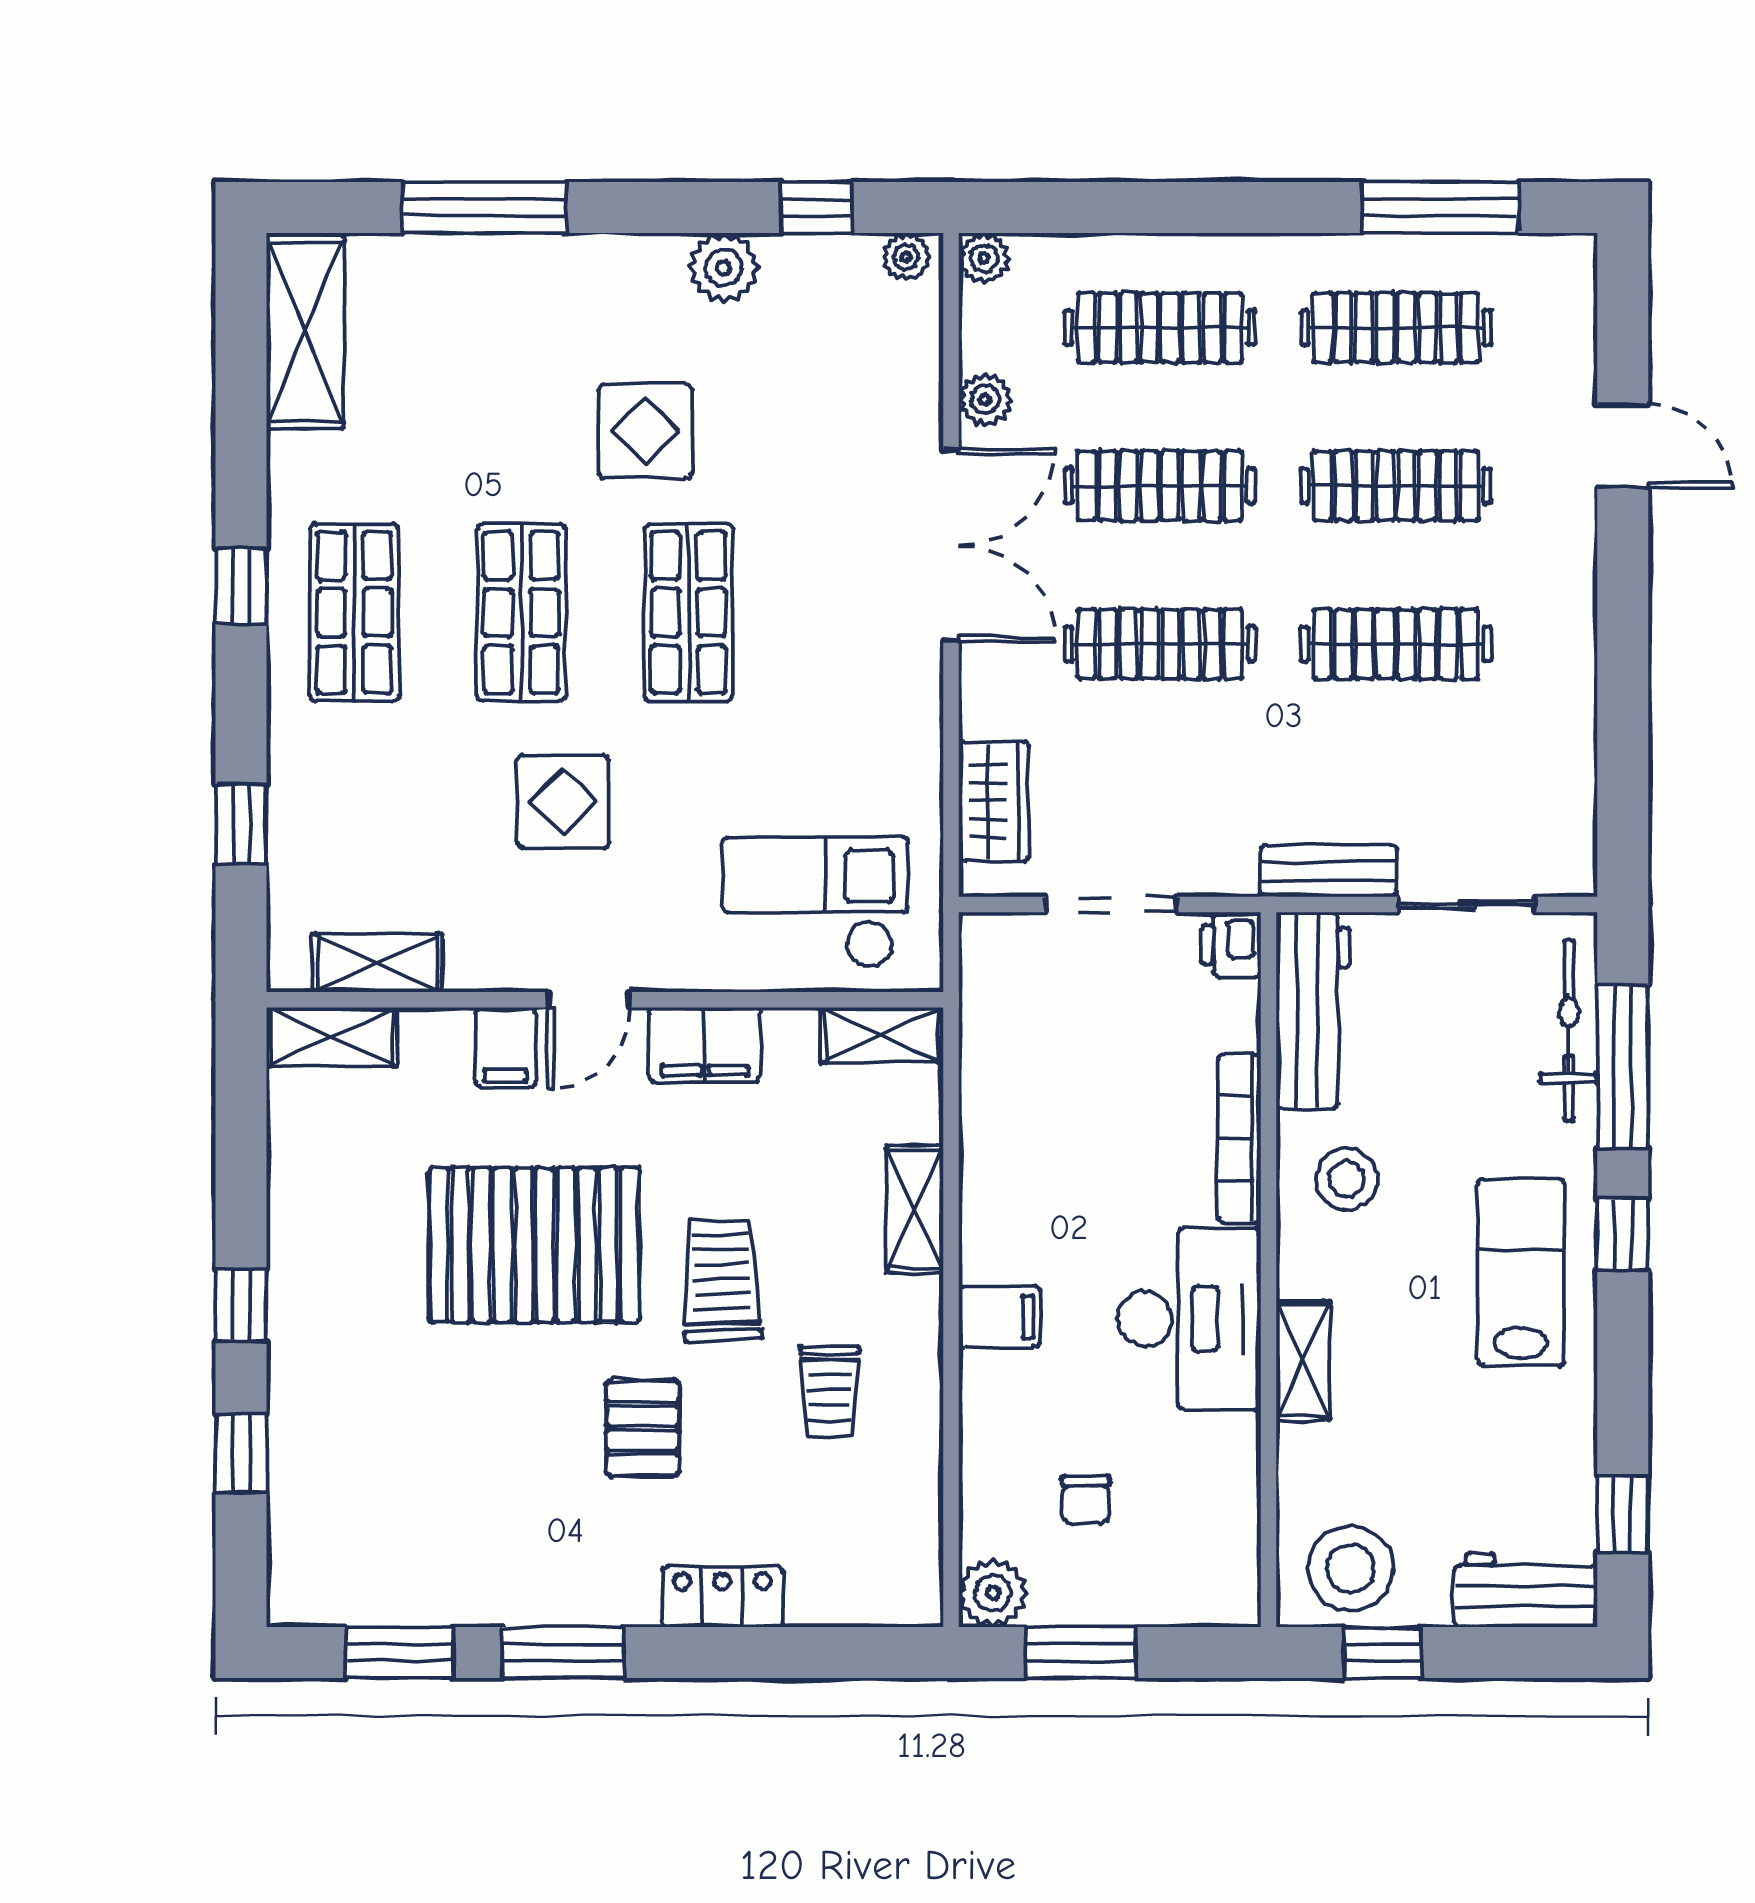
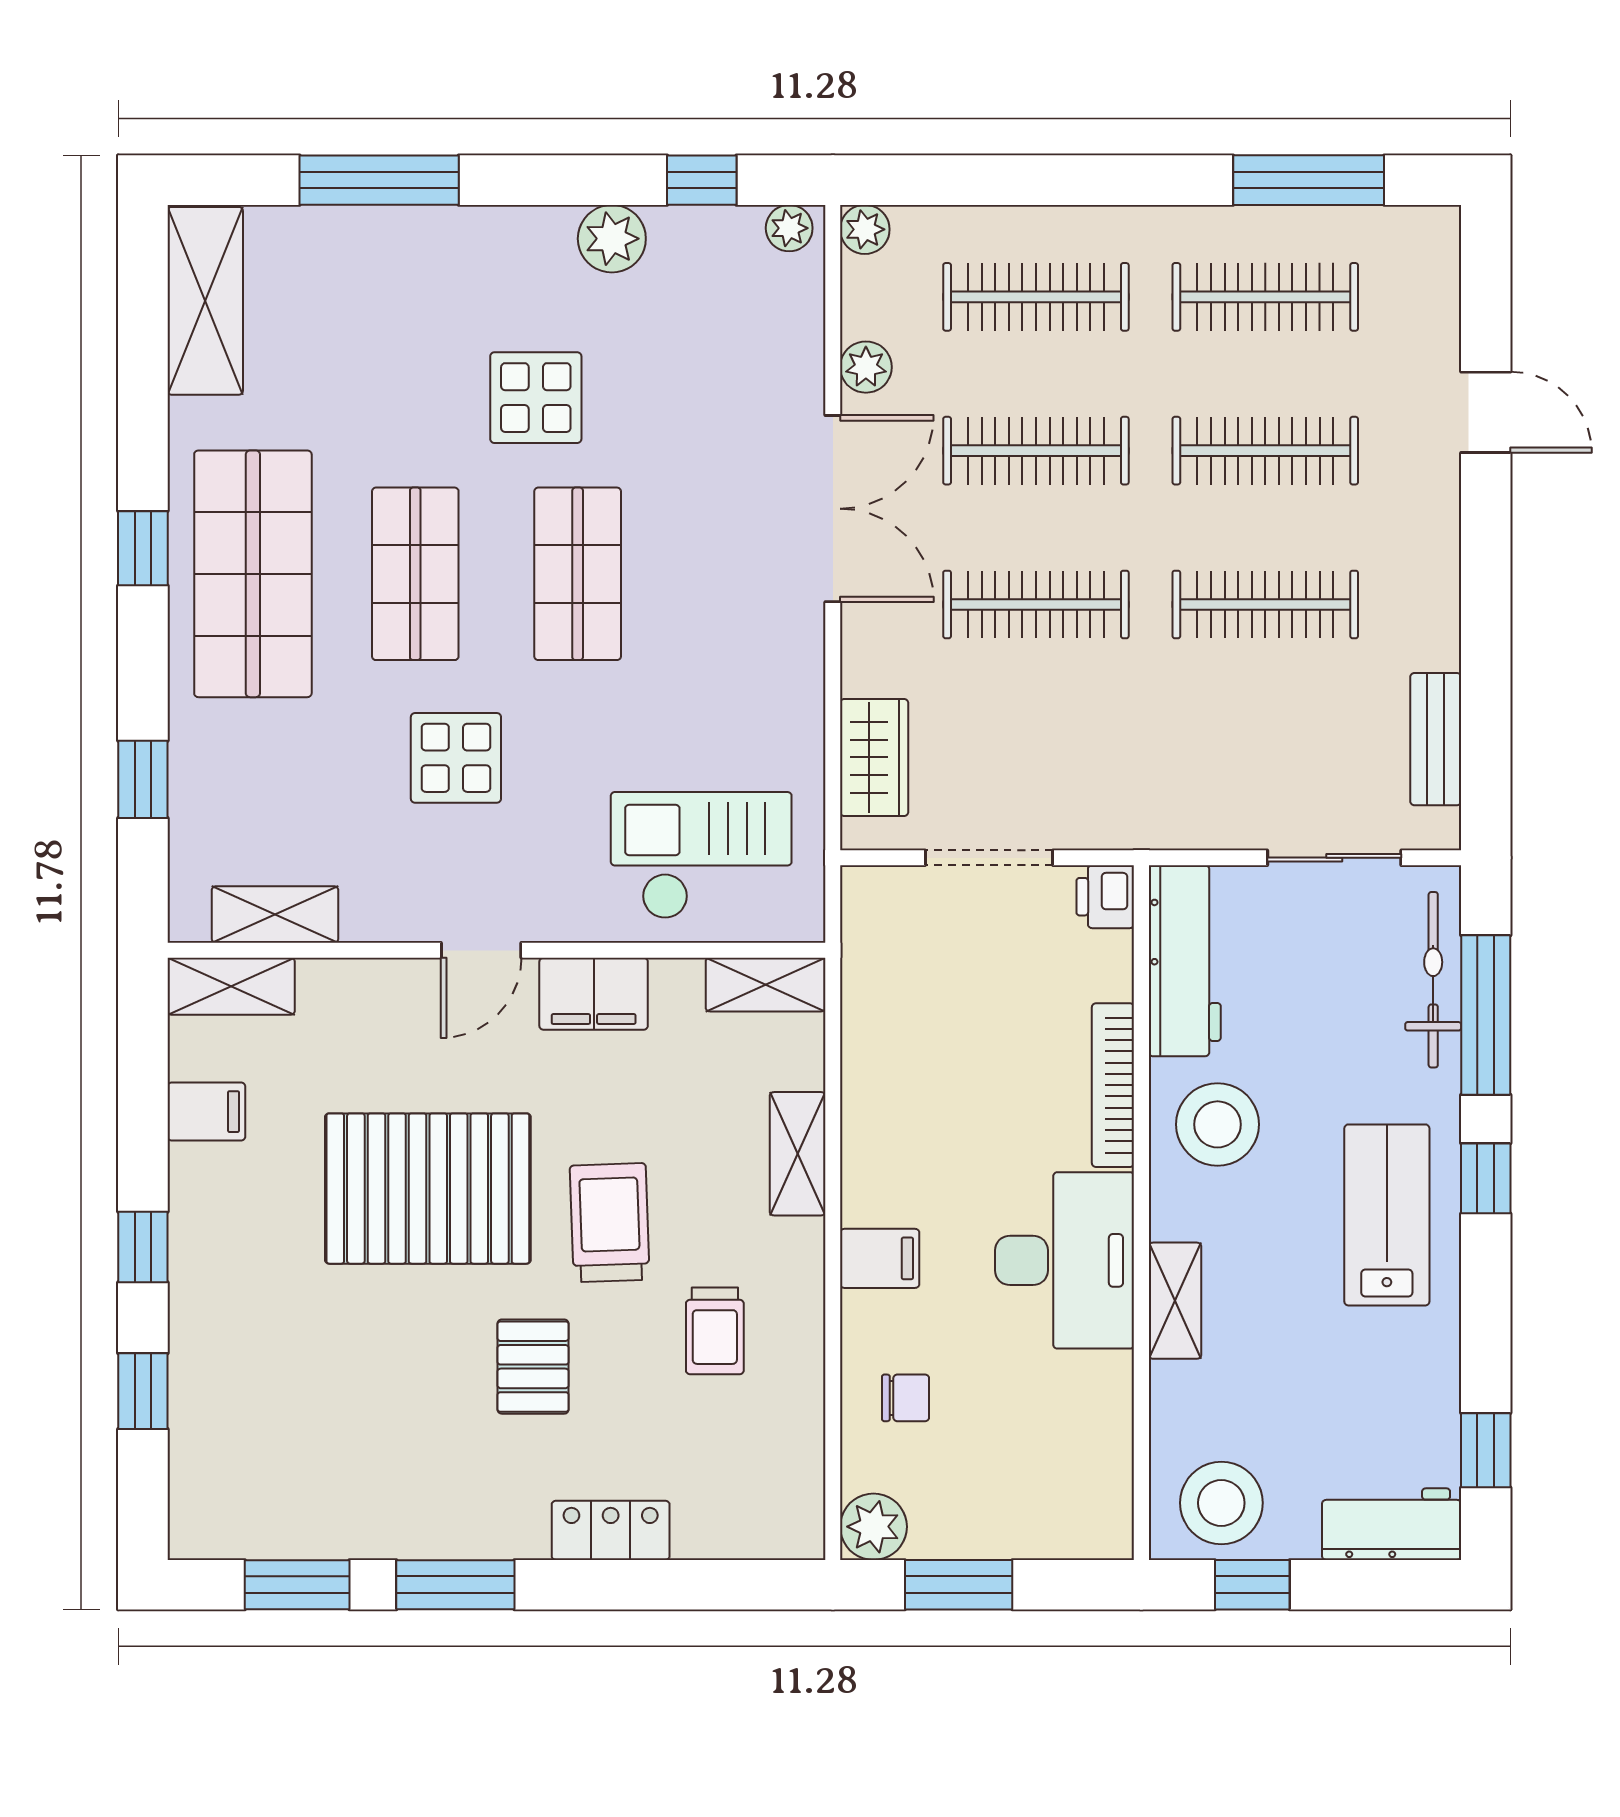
shop shelf: (354, 613) -> (253, 574), width x1.43, depth x1.36
bench: (1329, 871) -> (1436, 739), moved, turned 90
filing cabinet: (506, 1047) -> (206, 1112), moved, turned -90
stool: (1347, 1179) -> (1218, 1124), width x1.38, depth x1.38
chair: (1086, 1500) -> (906, 1398), moved, turned -90

